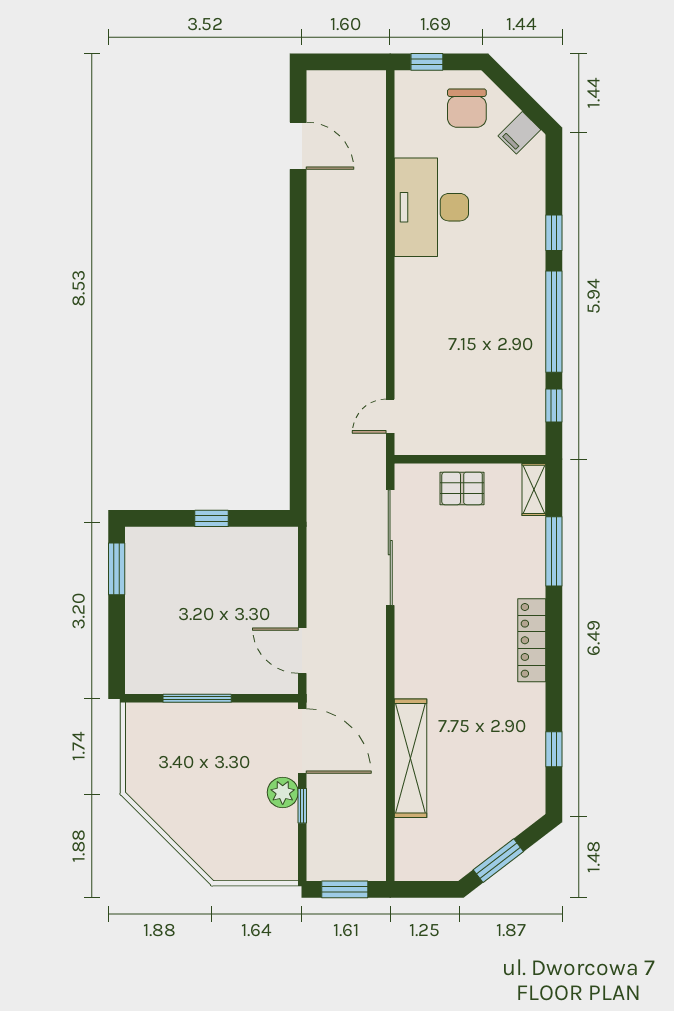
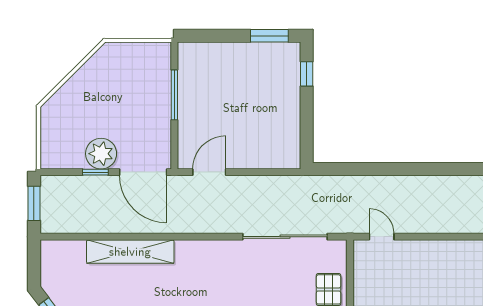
window: (211, 518) -> (307, 74), moved
door: (302, 741) -> (143, 172), hinge flipped
plant: (283, 792) -> (101, 154), width x1.36, depth x1.36

